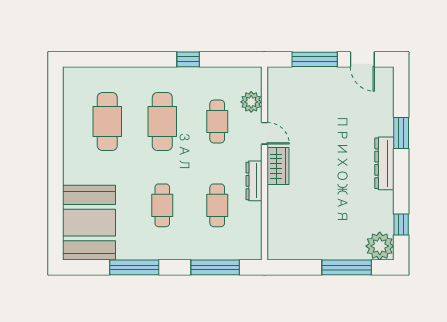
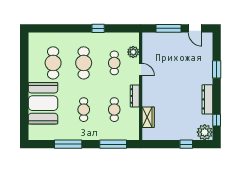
dresser: (384, 163) -> (207, 99), moved
wardrobe: (278, 166) -> (148, 117), moved
booth: (89, 223) -> (43, 103), moved
window: (347, 267) -> (186, 144), width x0.46

